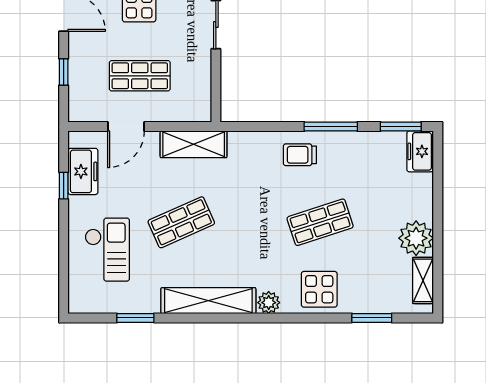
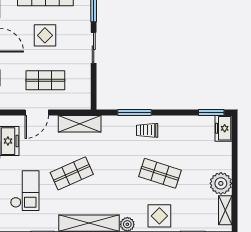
window: (331, 127) -> (134, 113), moved
shop shelf: (320, 222) -> (160, 173), turned 36

